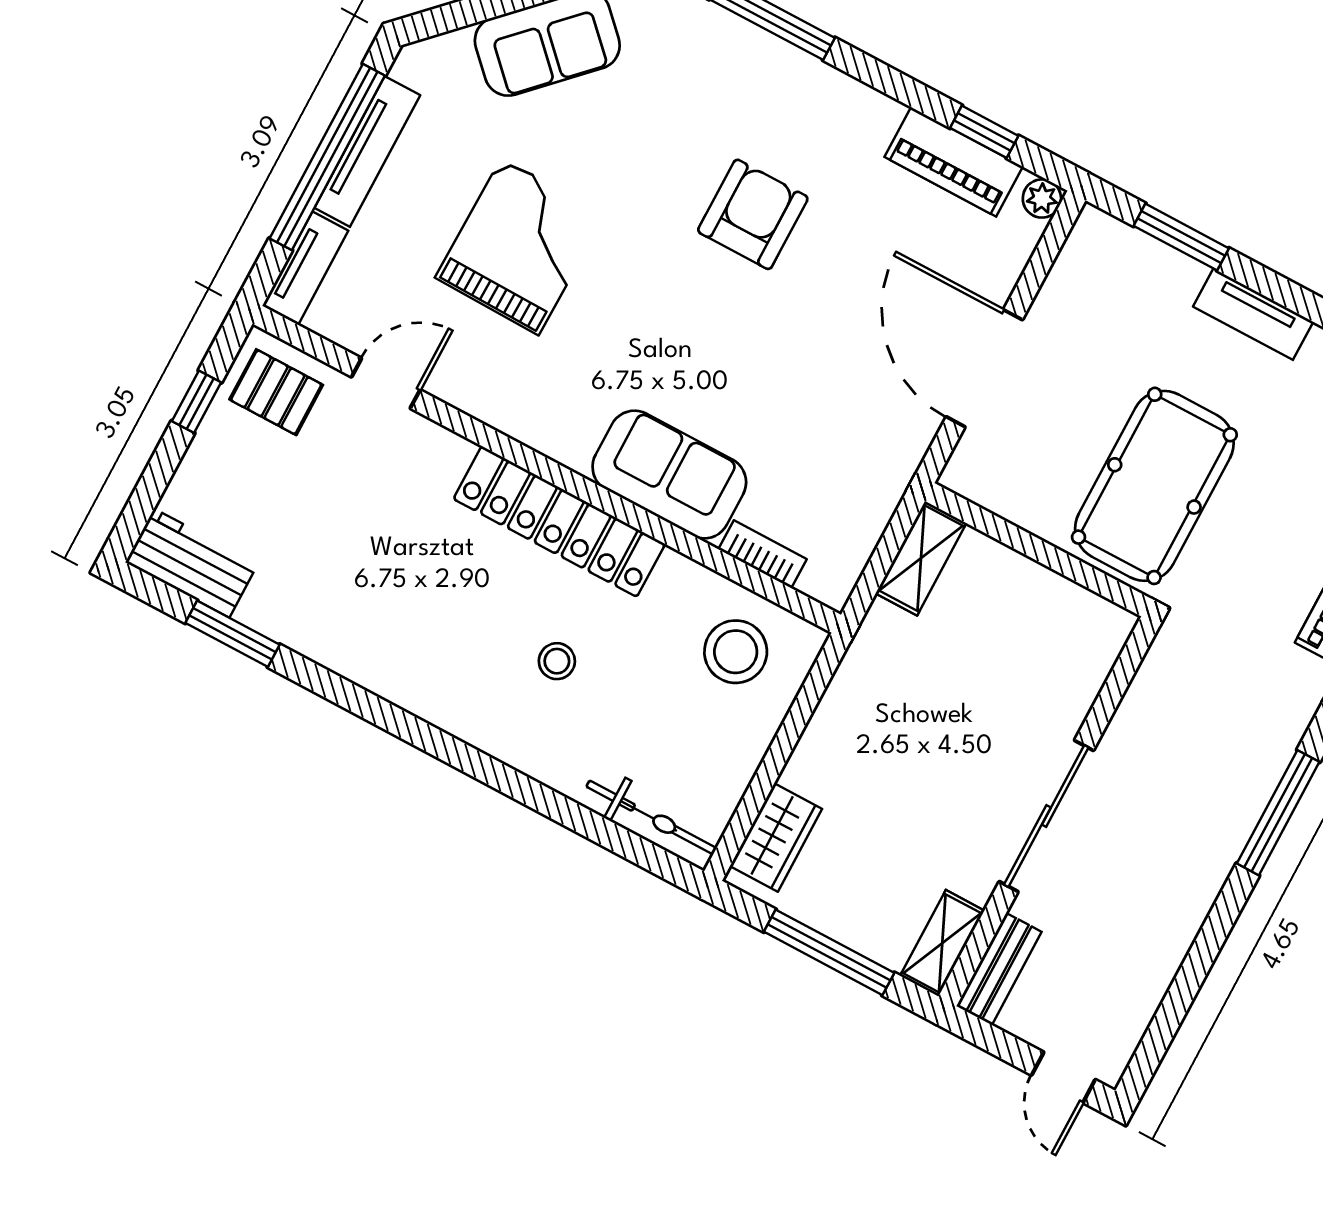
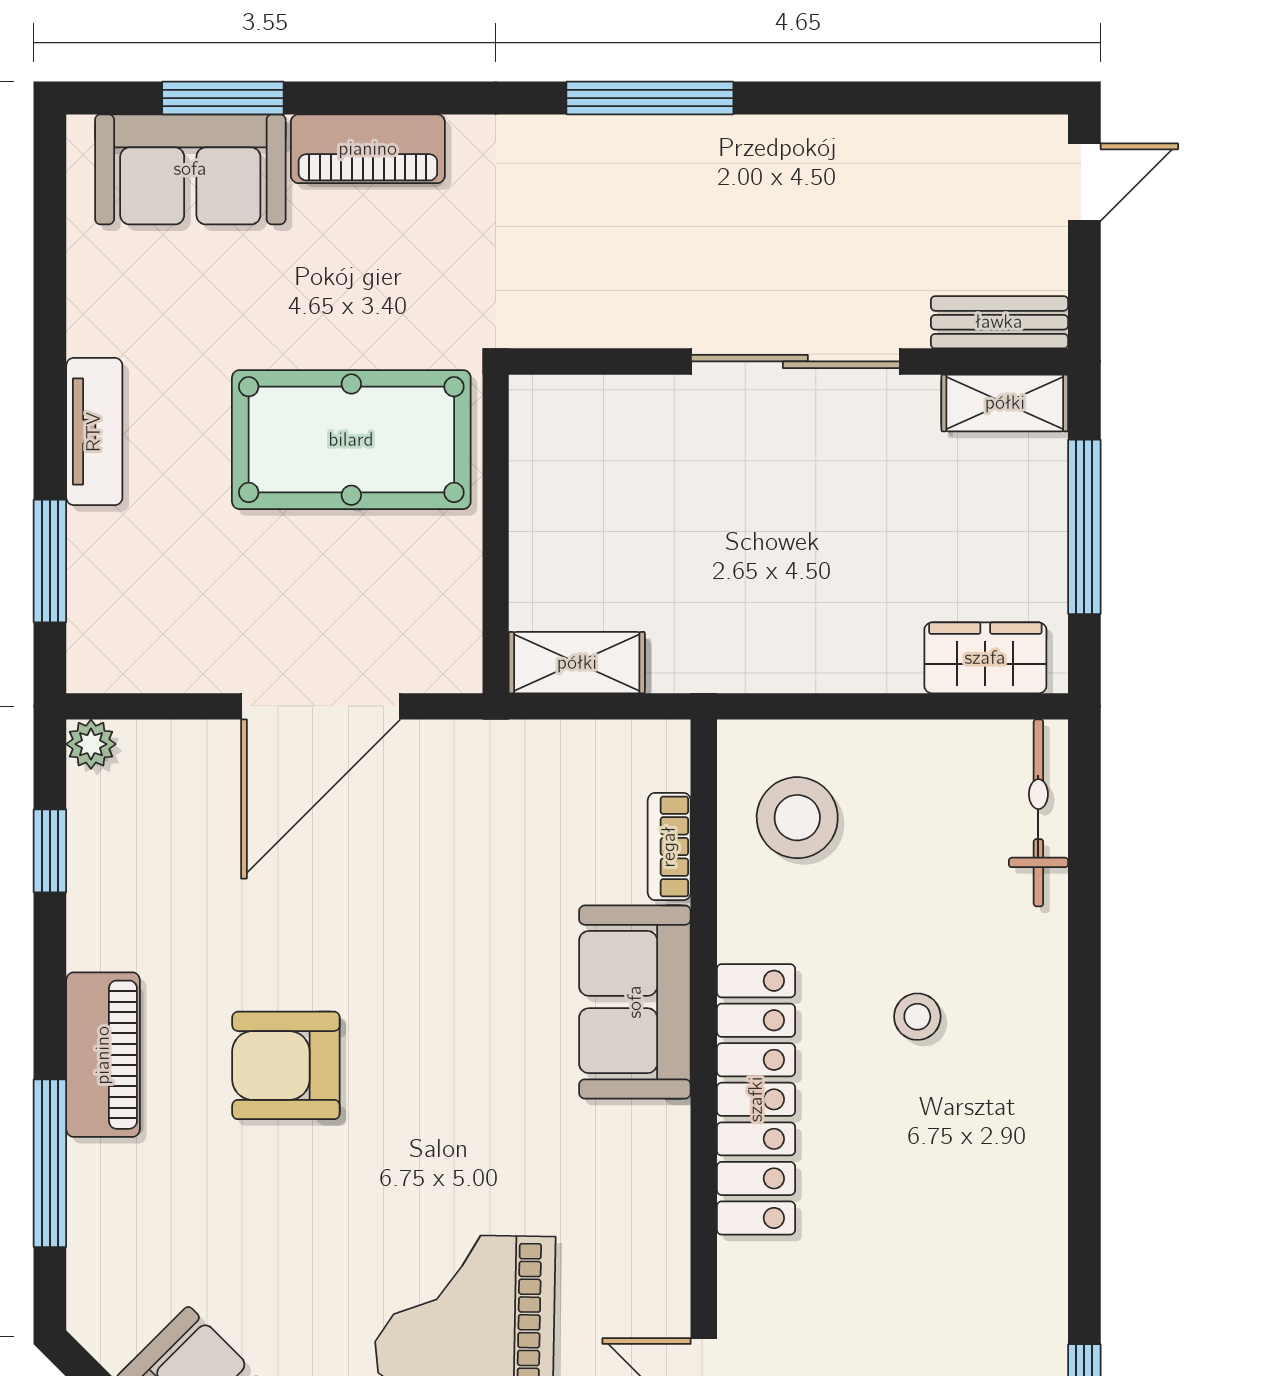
piano: (954, 162) -> (103, 1055), moved

